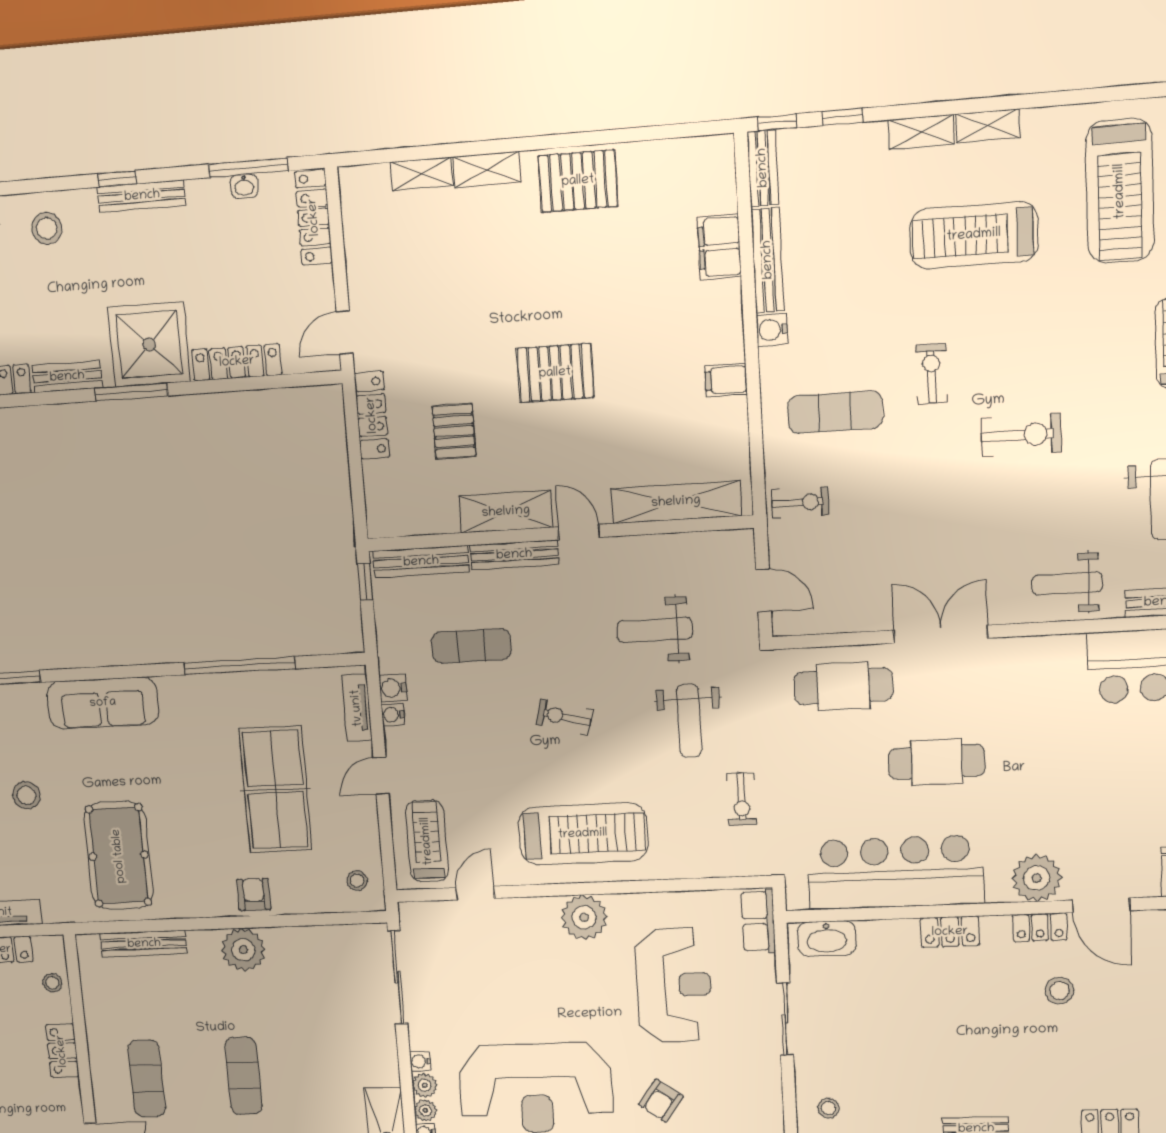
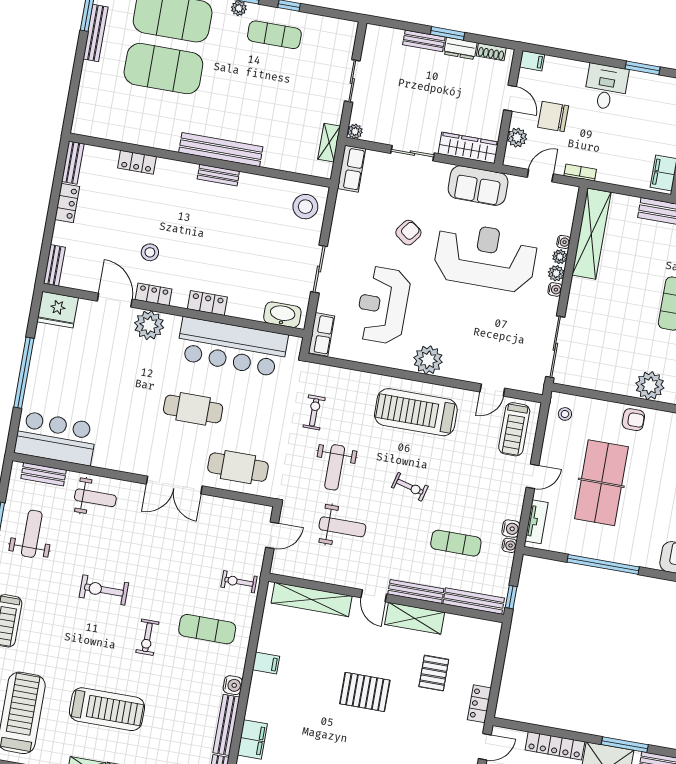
locker: (372, 415) -> (479, 704), width x0.66
door: (764, 590) -> (272, 535), swing flipped
water cooler: (393, 715) -> (509, 545), moved
weight bench: (689, 721) -> (335, 467), turned 180
armchair: (254, 894) -> (633, 420), turned -90
stool: (828, 1108) -> (305, 207), width x1.89, depth x1.89

